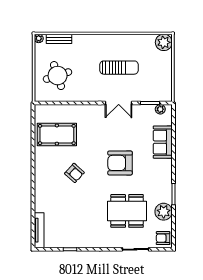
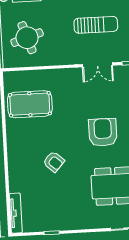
armchair: (120, 163) -> (103, 132), turned 90
armchair: (74, 173) -> (54, 162), moved

